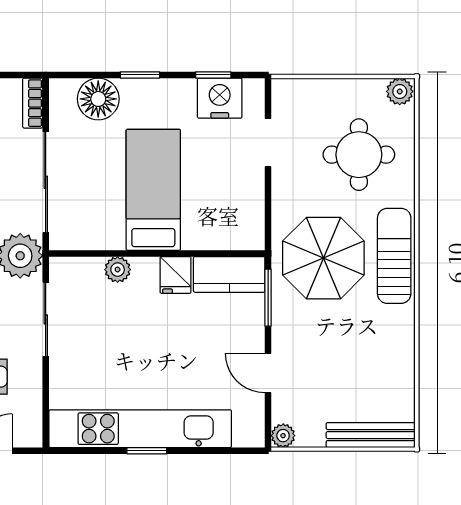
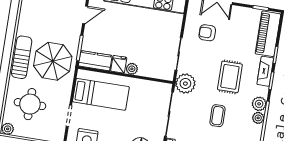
bed: (153, 190) -> (101, 94), moved, turned -90
sun lounger: (394, 256) -> (22, 57), turned 180
plant: (118, 270) -> (132, 69), moved
door: (268, 373) -> (85, 15), hinge flipped

